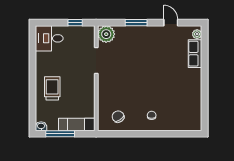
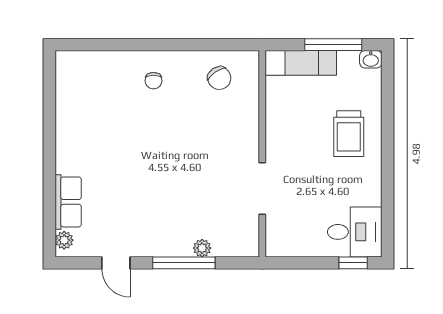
window: (75, 23) -> (353, 263), moved
window: (136, 23) -> (184, 263), width x1.44
plant: (106, 34) -> (202, 248), moved, width x0.53, depth x0.53

